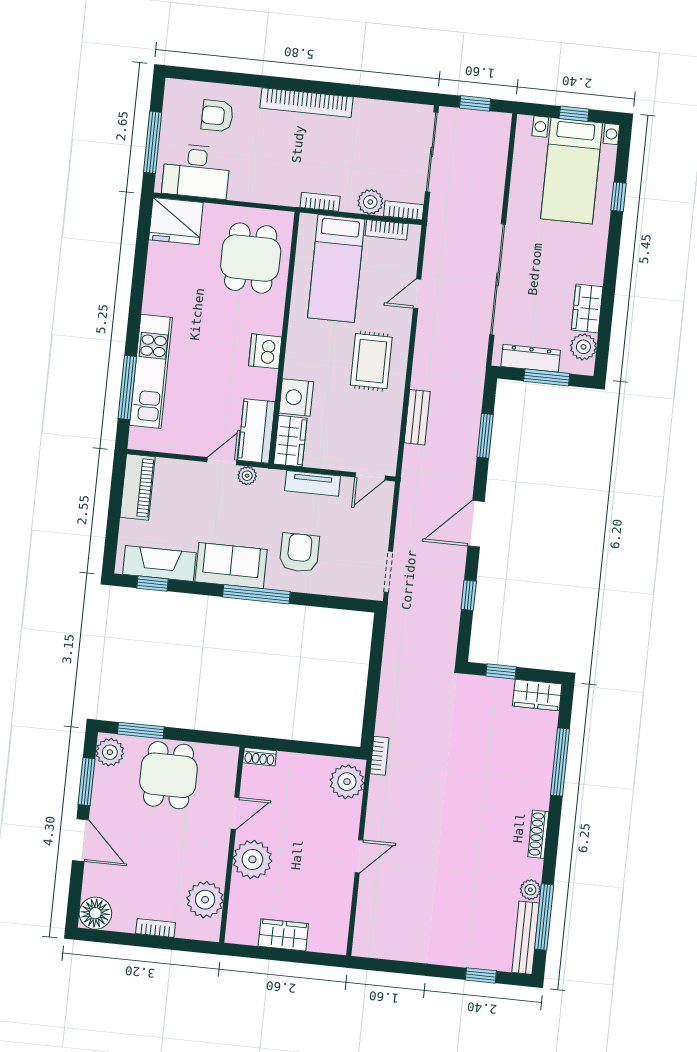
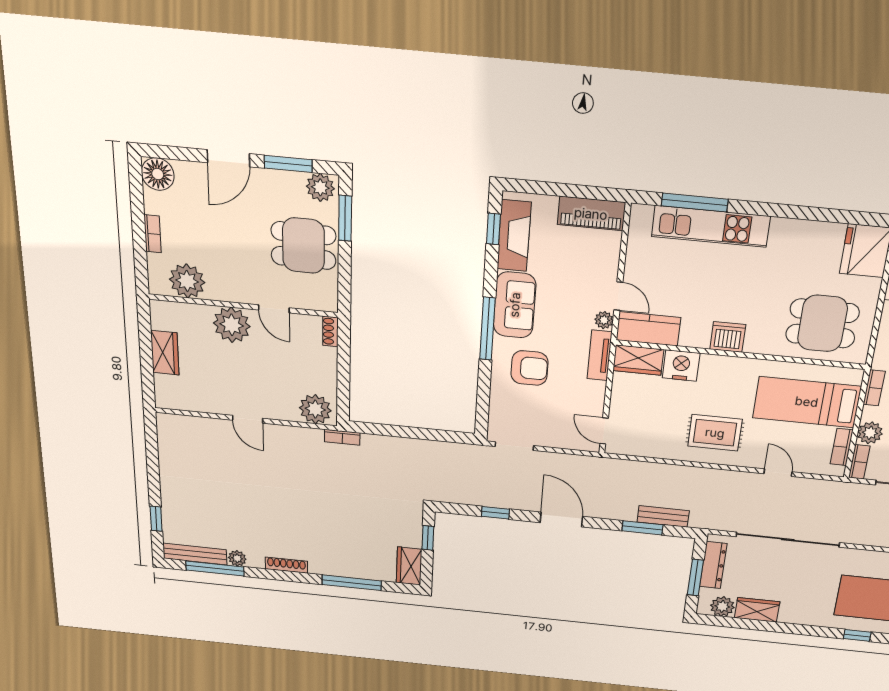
bench: (417, 417) -> (663, 516), moved
tv unit: (313, 483) -> (600, 355), moved

